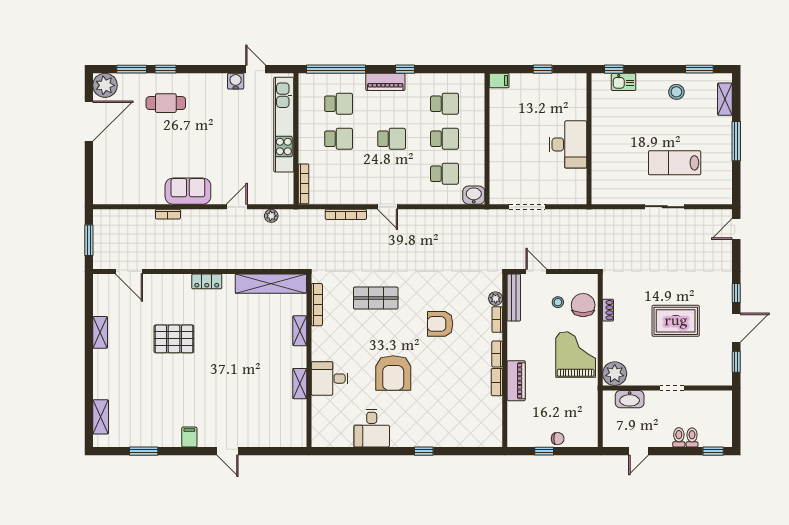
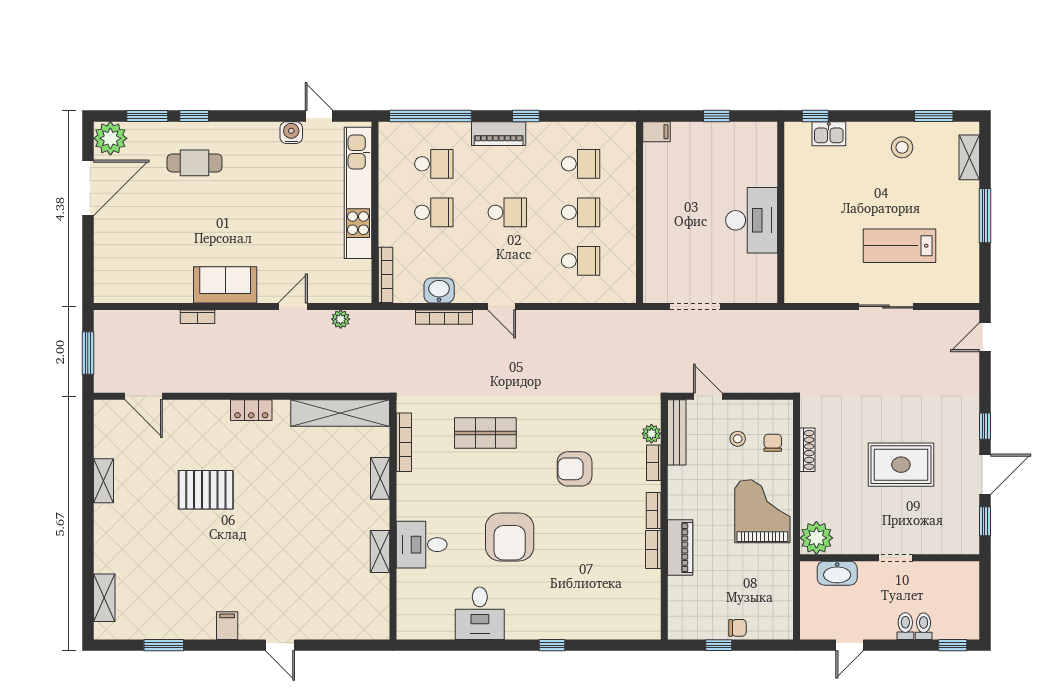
washbasin: (474, 195) -> (439, 290), moved
chair: (583, 305) -> (773, 443), width x0.54, depth x0.54
shoe rack: (608, 310) -> (807, 450), width x1.43

